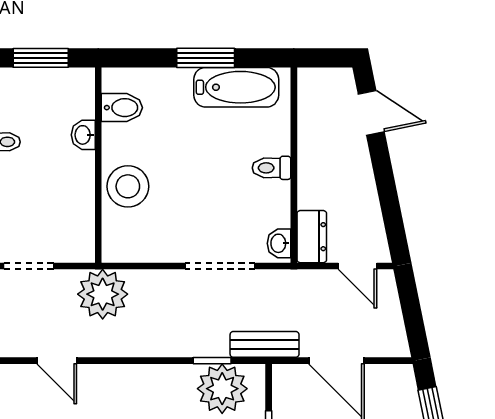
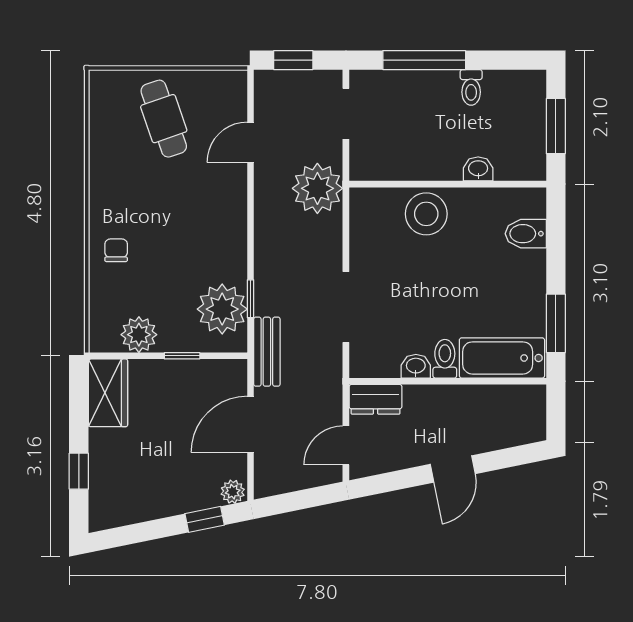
window: (206, 58) -> (556, 323), moved
bathtub: (236, 87) -> (502, 358), moved, turned 90
bidet: (122, 108) -> (526, 234), moved, turned 90
door: (371, 113) -> (453, 469), moved
washbasin: (279, 243) -> (416, 366), moved
plant: (403, 378) -> (233, 492), added

